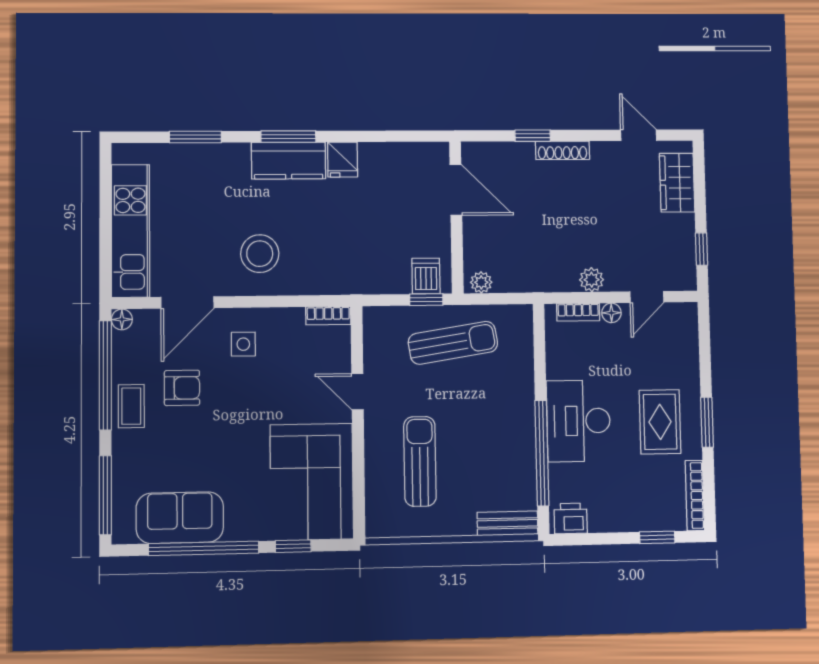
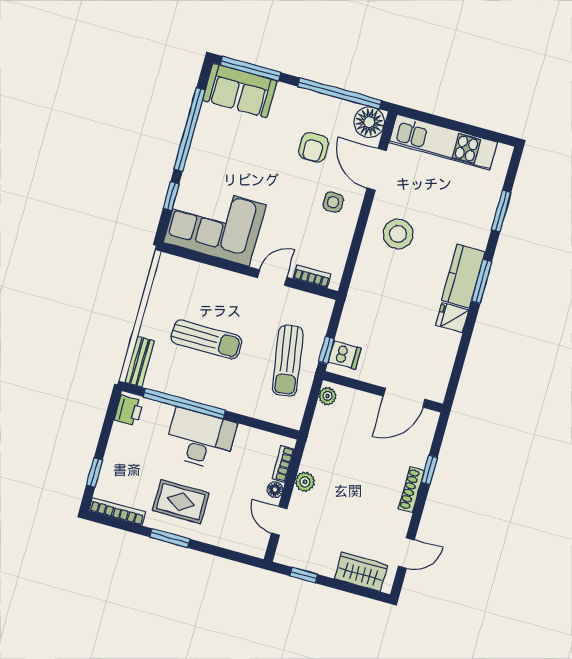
bookcase: (328, 316) -> (312, 276), moved, turned 90
floor lamp: (122, 319) -> (369, 122), width x1.89, depth x1.89
coffee table: (131, 406) -> (311, 106), removed
sun lounger: (420, 461) -> (206, 339), moved
sofa: (180, 518) -> (240, 91), moved, turned 90

